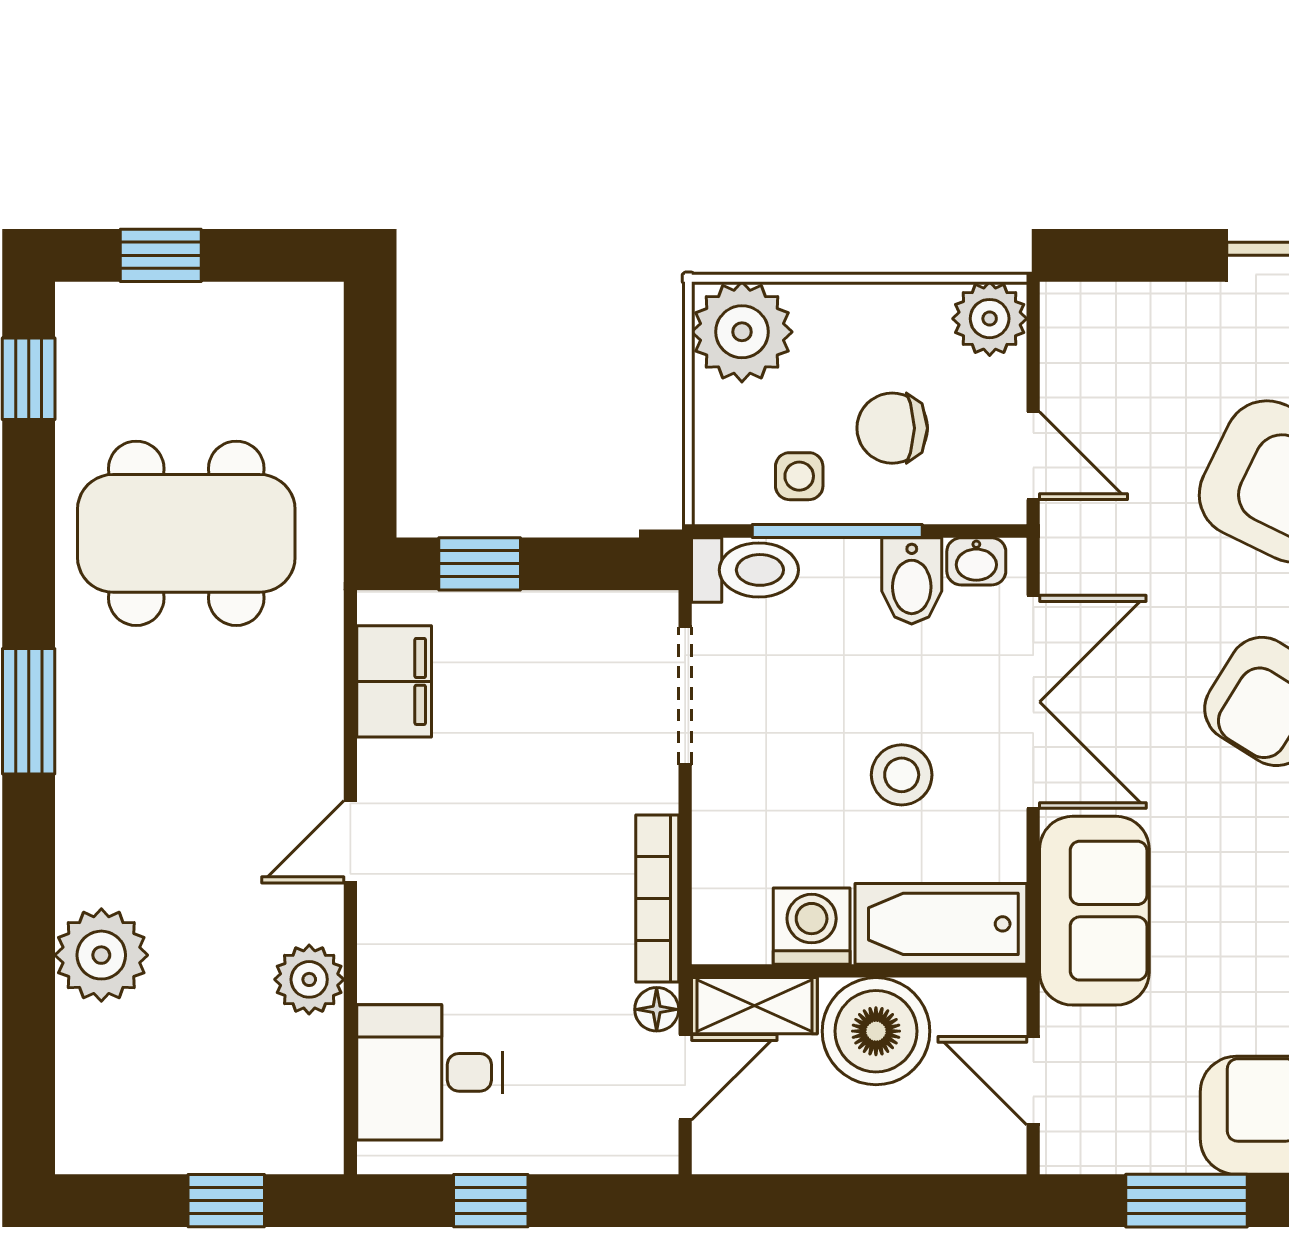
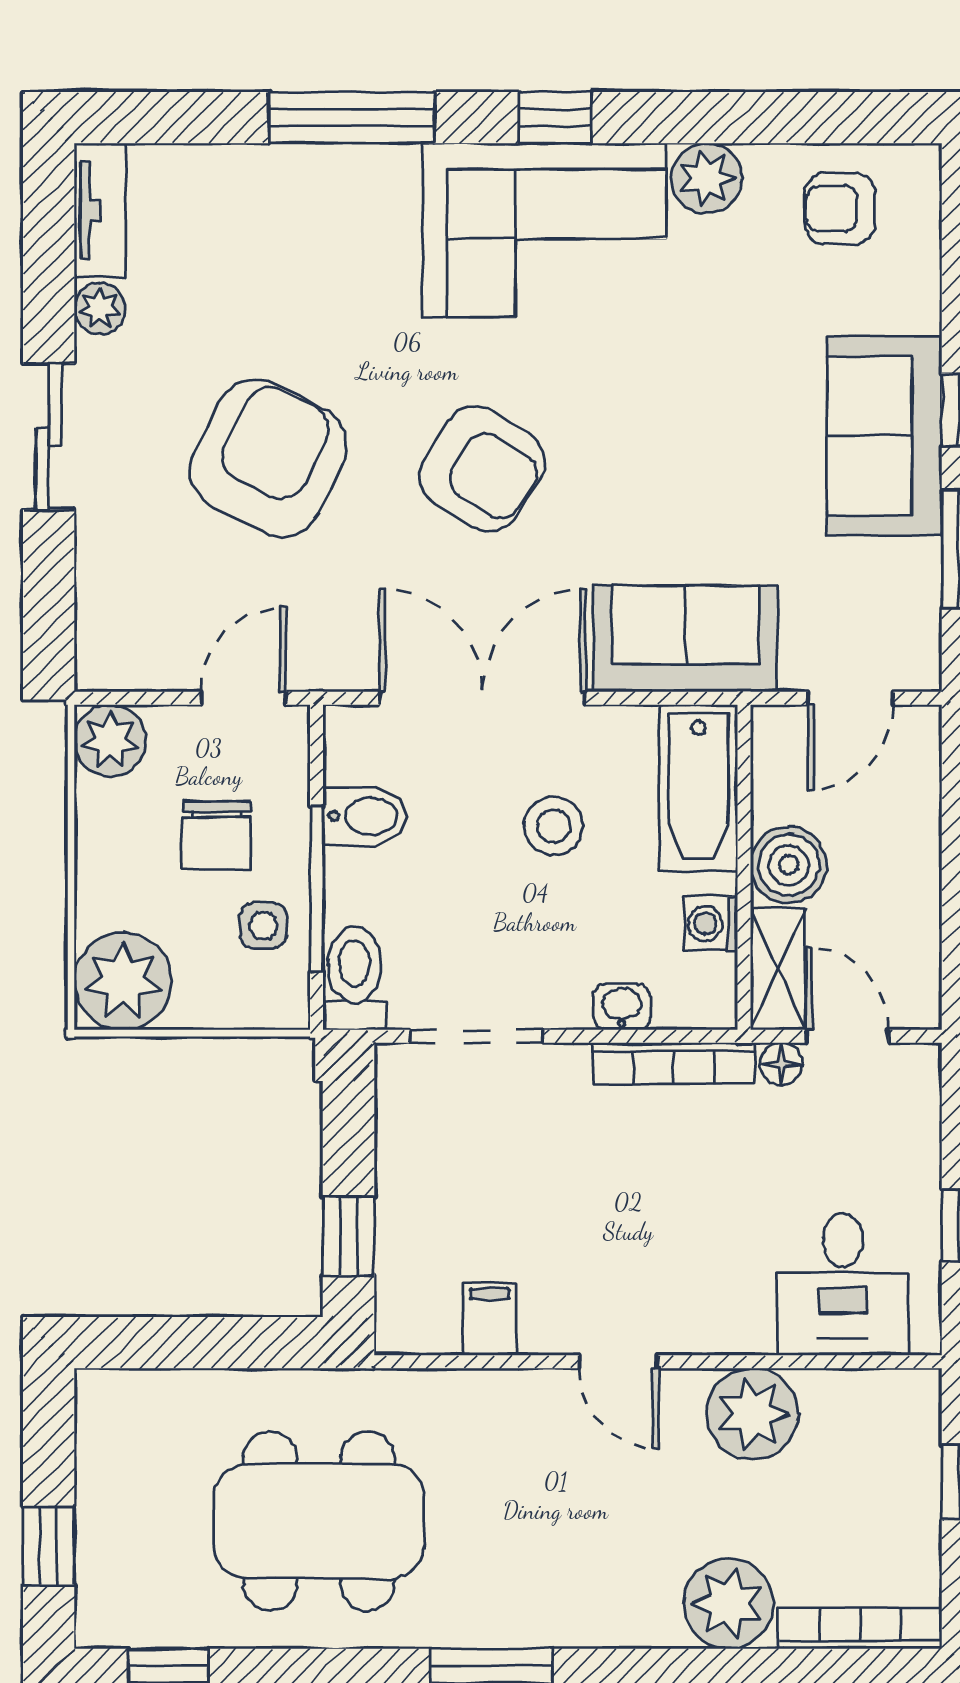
dining table: (186, 533) -> (319, 1521), turned 90
washbasin: (976, 561) -> (622, 1007), moved, turned -90
filing cabinet: (394, 681) -> (490, 1319), width x0.50
washing machine: (812, 926) -> (711, 924), width x0.73, depth x0.73
plant: (309, 979) -> (752, 1414), width x1.36, depth x1.36
boiler: (876, 1031) -> (789, 865), width x0.73, depth x0.73
bookcase: (76, 1091) -> (860, 1628), added

